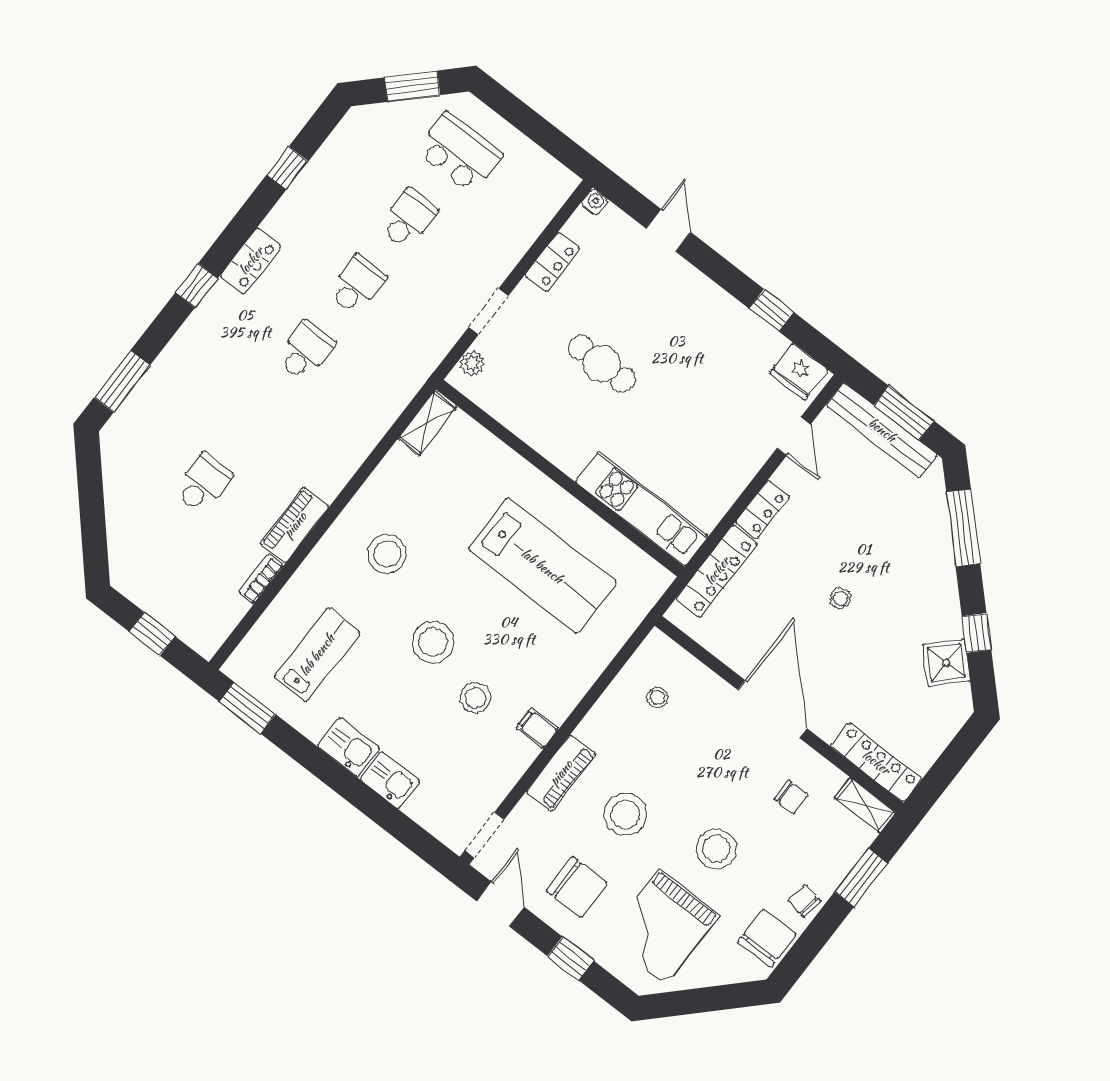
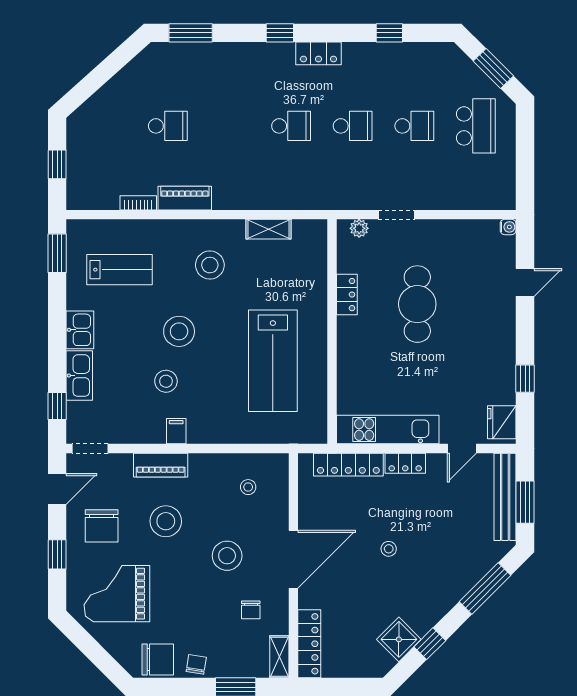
locker: (552, 262) -> (347, 295), moved, turned -90
cafe table: (602, 364) -> (417, 304), width x1.37, depth x1.35
shelving: (427, 423) -> (268, 229), moved
kitchen unit: (642, 509) -> (388, 430), moved, turned -90
kitchen sink: (390, 780) -> (79, 376), width x1.38
window: (411, 835) -> (57, 406), added
stool: (716, 849) -> (227, 556), moved

